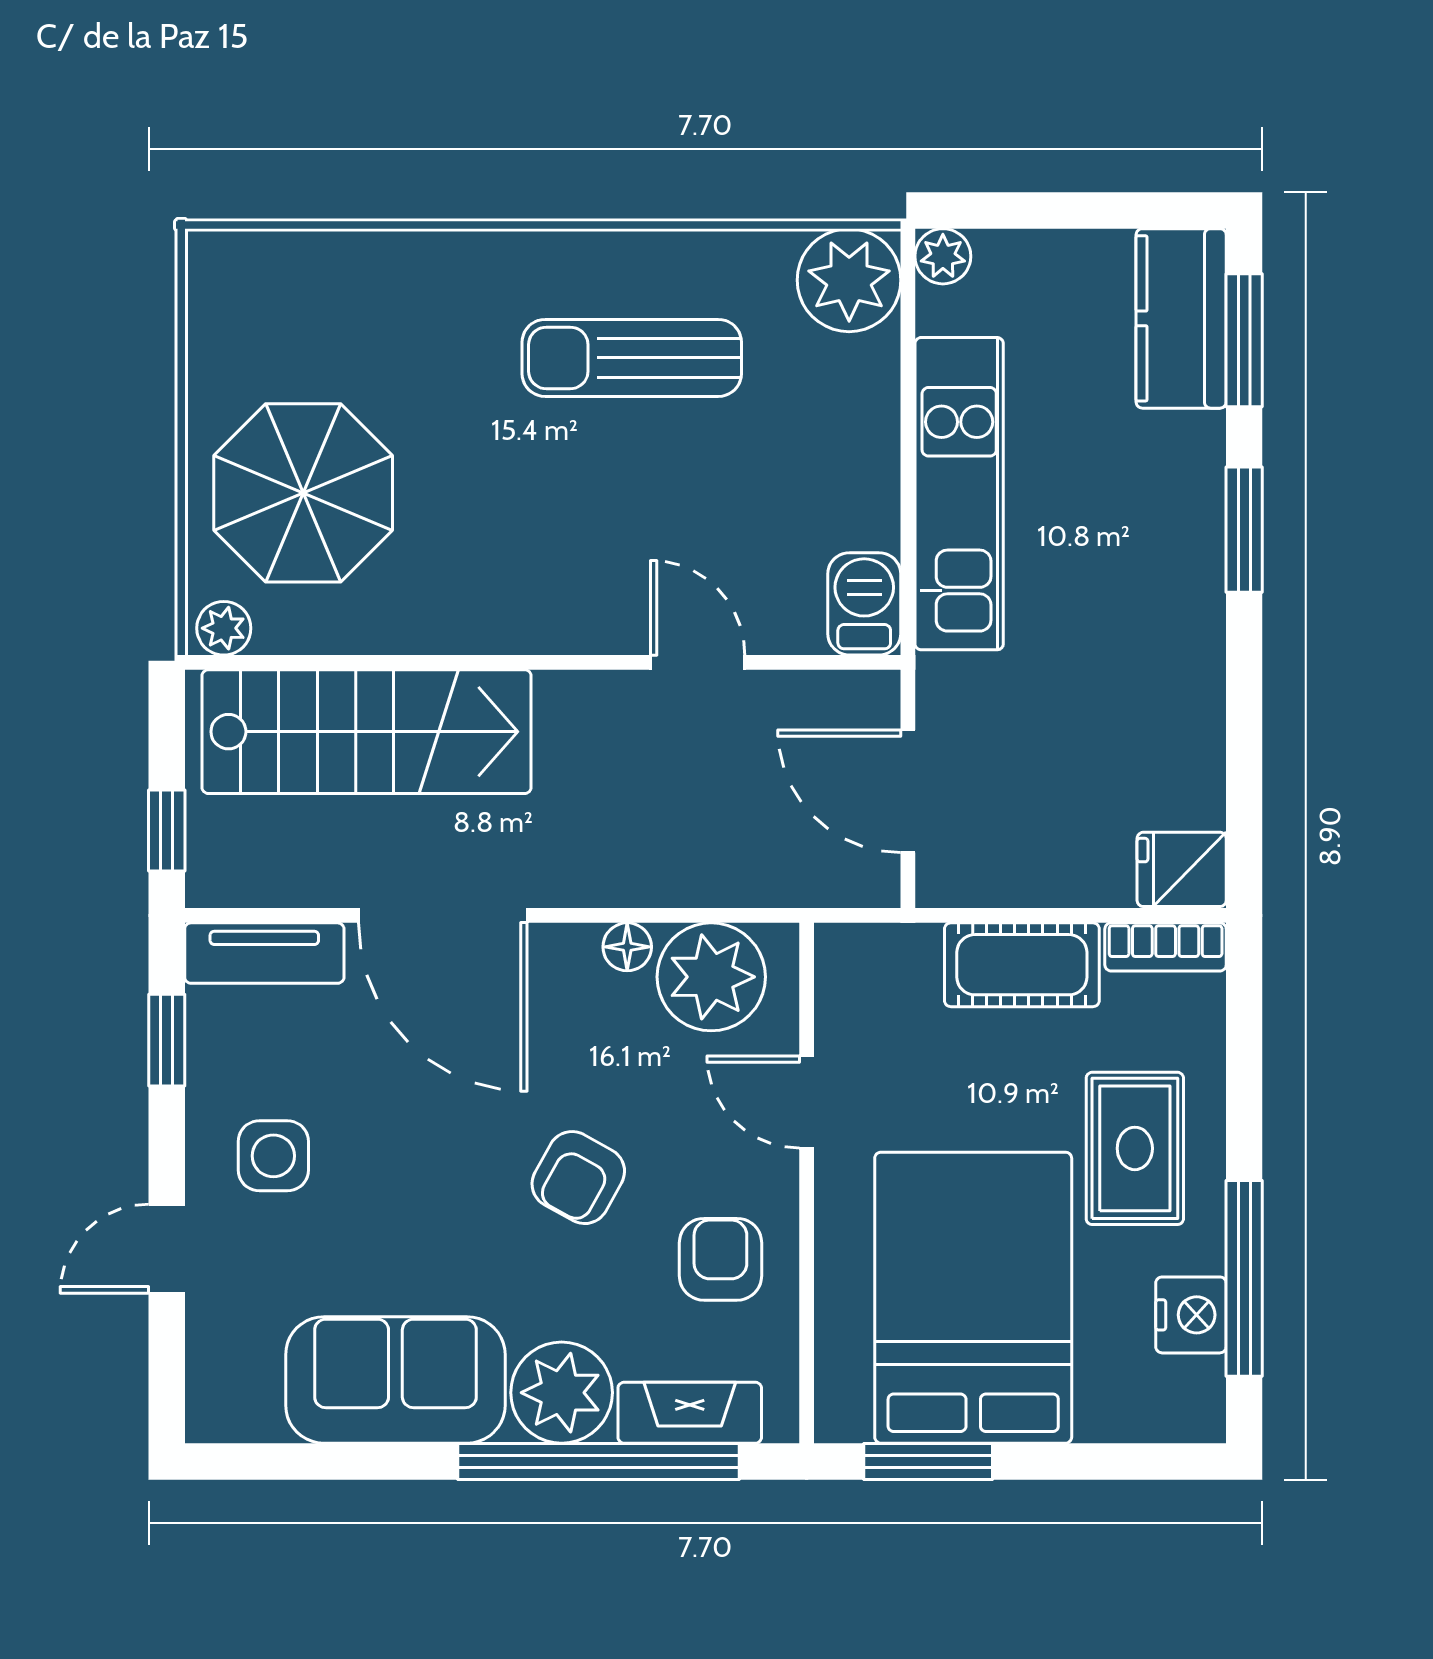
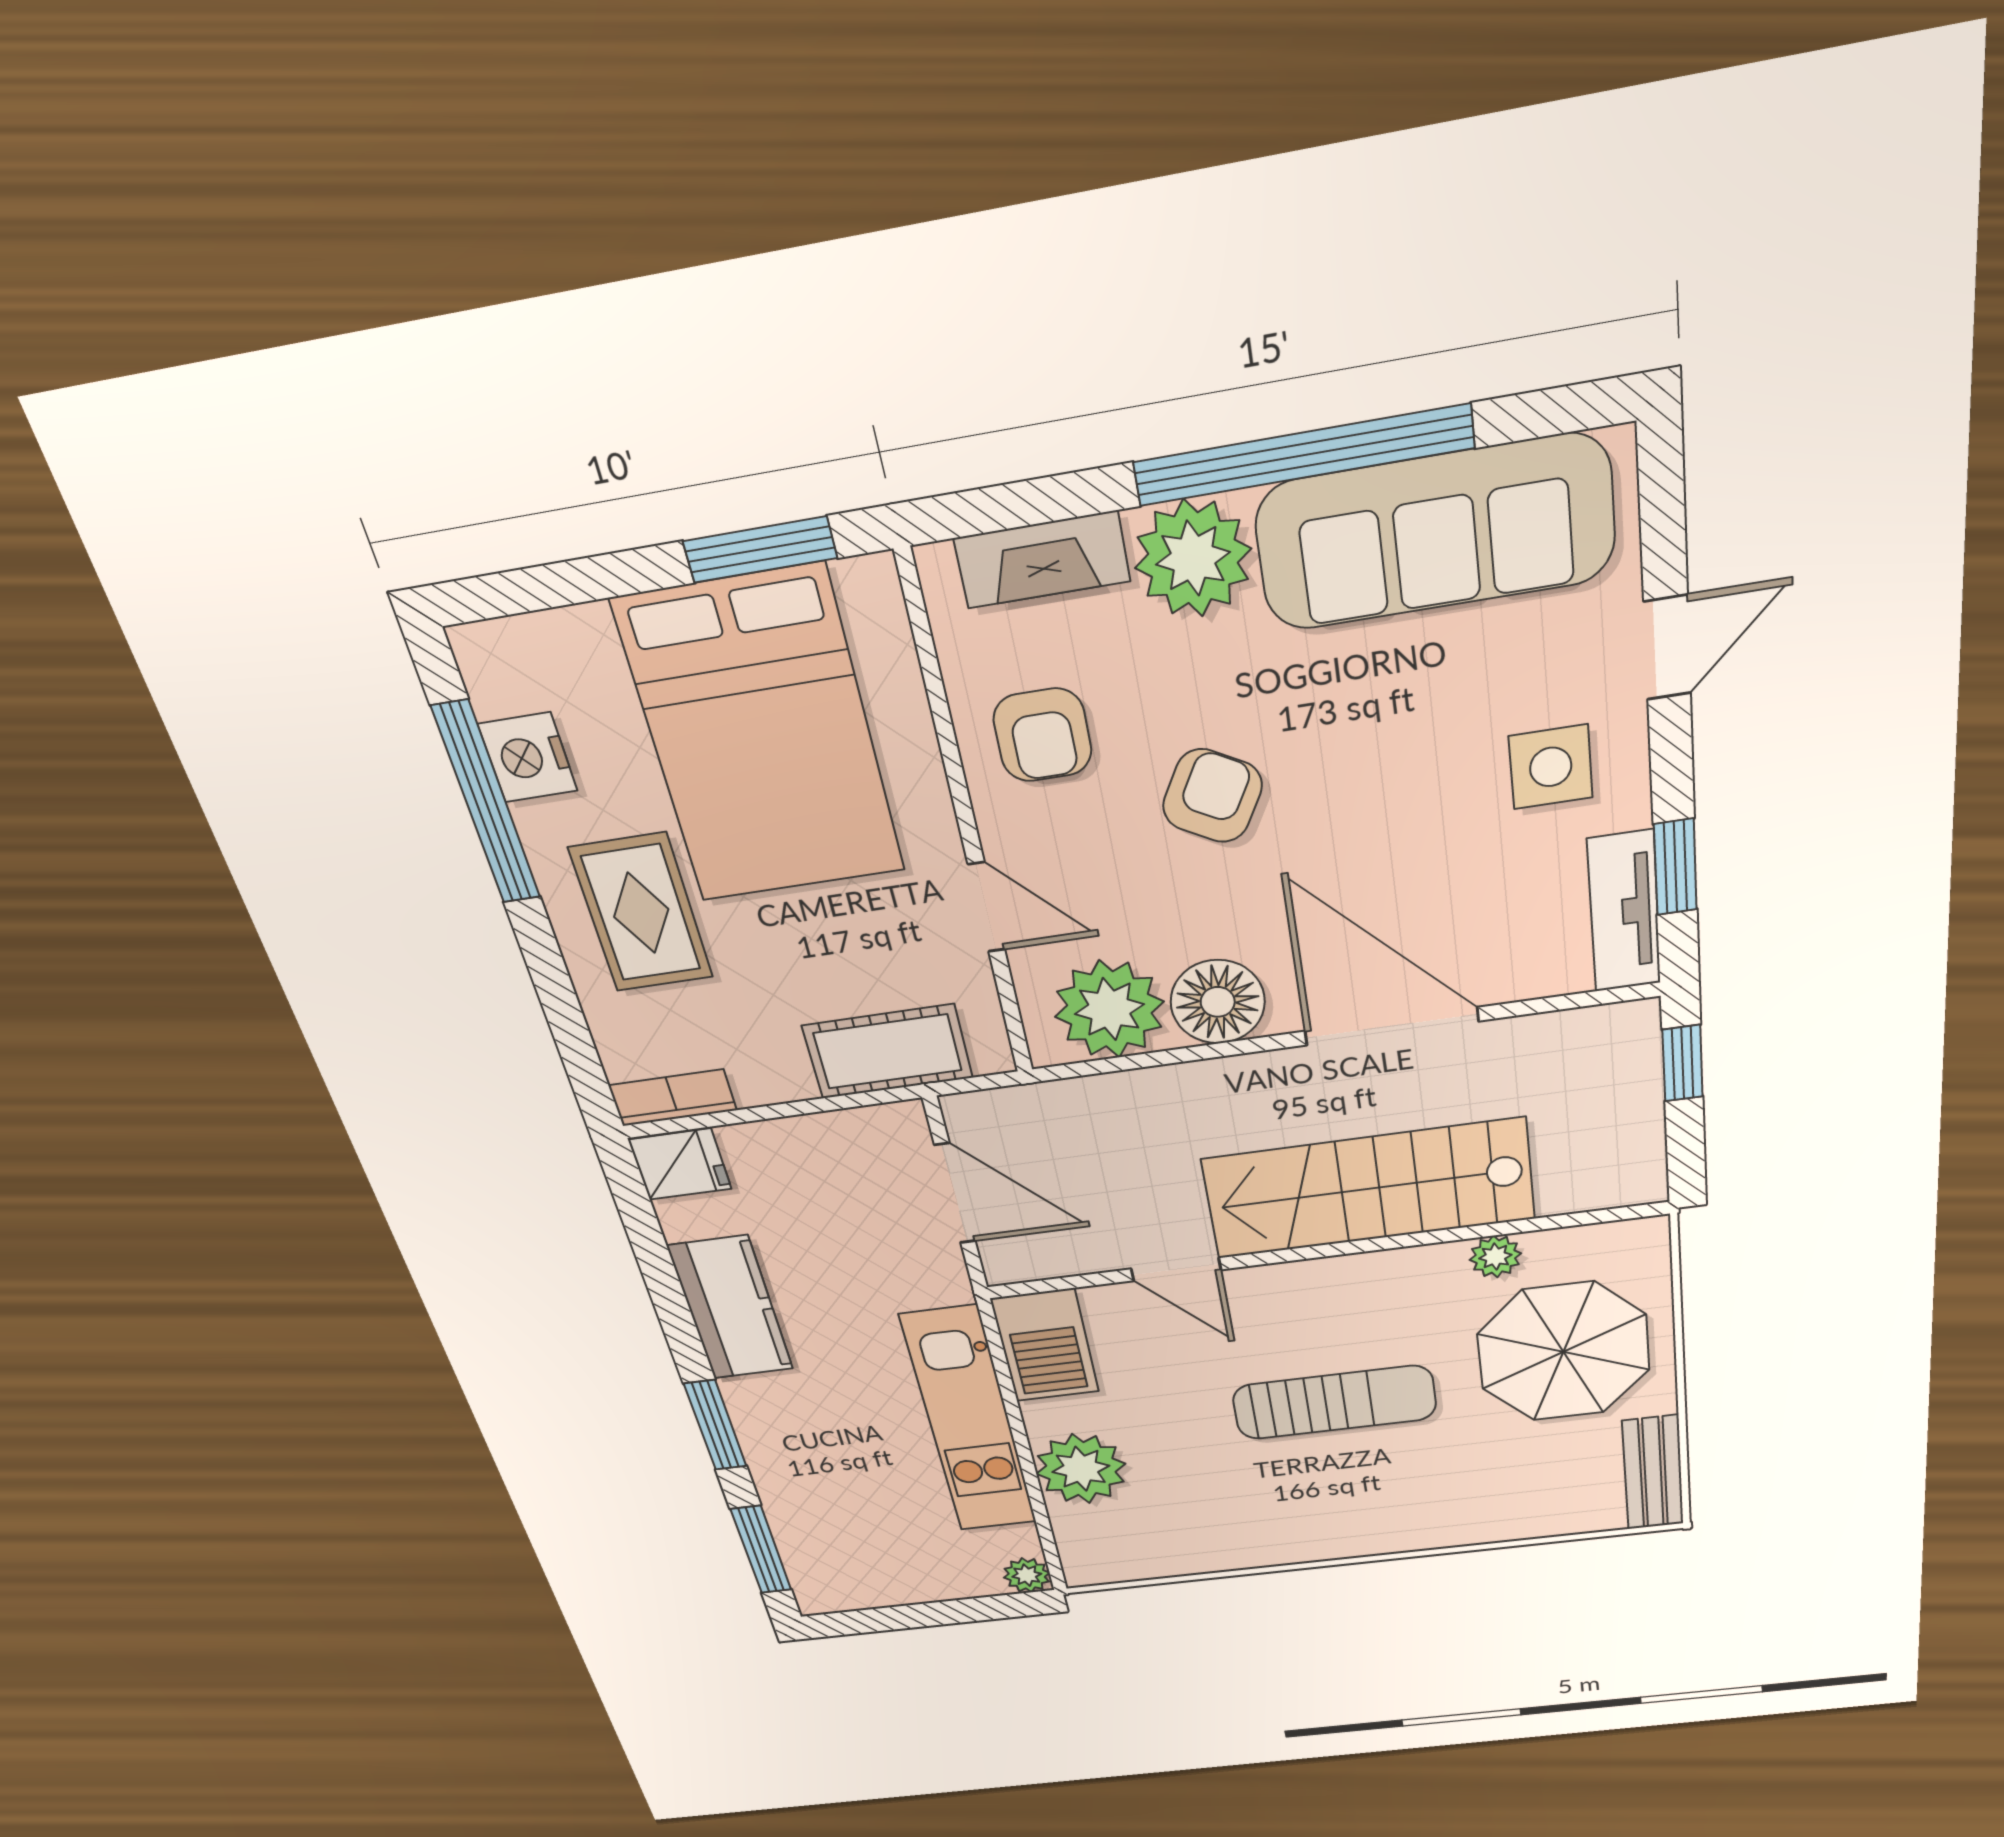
plant: (849, 280) -> (1081, 1469), moved
bench: (215, 309) -> (1653, 1473), added
kitchen counter: (1181, 318) -> (731, 1308), moved
sun lounger: (632, 358) -> (1334, 1402), moved
barbecue: (864, 604) -> (1045, 1345), width x1.38, depth x1.27
plant: (224, 628) -> (1495, 1257), moved
stairs: (367, 732) -> (1369, 1189), moved
floor lamp: (627, 947) -> (1218, 1002), width x1.89, depth x1.89
tv unit: (264, 953) -> (1624, 912), moved, turned -90
cot: (1022, 965) -> (888, 1052), moved
sofa: (395, 1380) -> (1435, 533), width x1.36
window: (598, 1461) -> (1303, 455), moved

